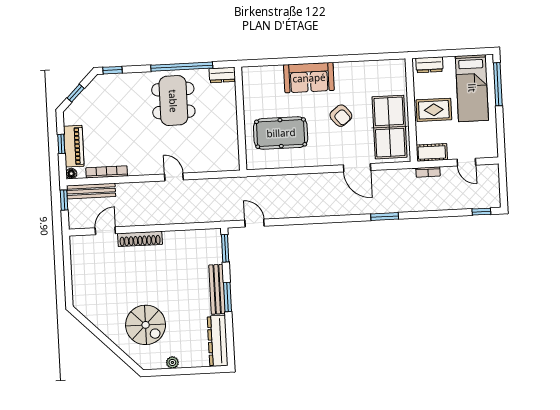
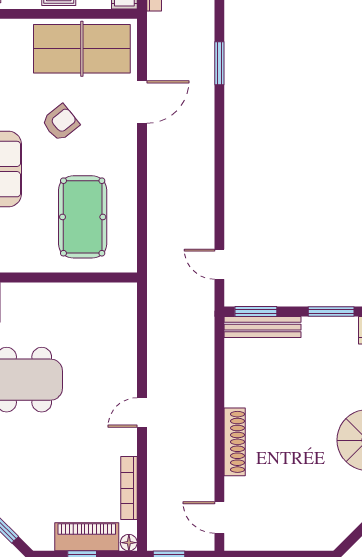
door: (174, 177) -> (142, 413), moved
bench: (91, 191) -> (157, 514), removed
door: (255, 223) -> (219, 264), hinge flipped
door: (105, 231) -> (219, 517), moved
bench: (217, 289) -> (263, 327), moved

